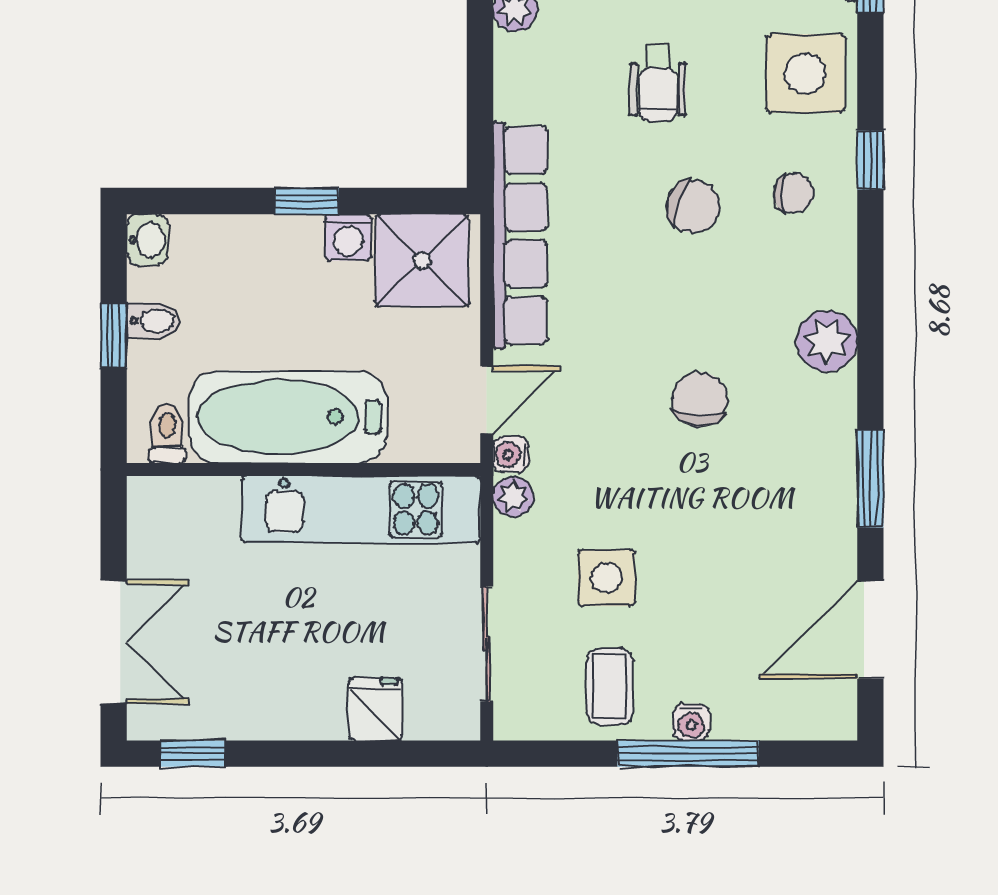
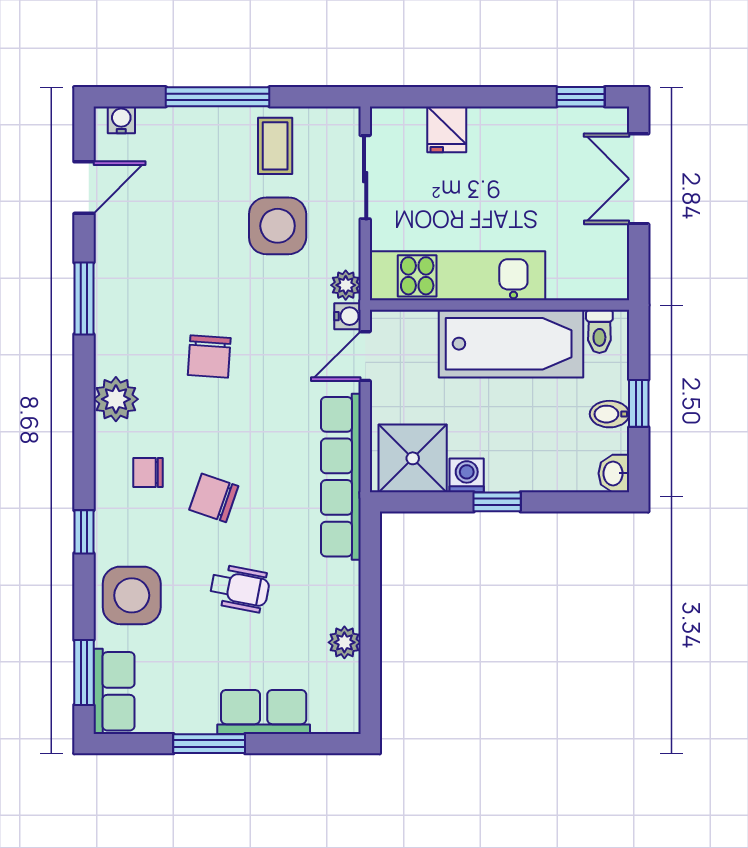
wheelchair: (658, 83) -> (240, 588), turned 101
chair: (794, 193) -> (148, 472), moved
side table: (606, 578) -> (278, 226), width x1.37, depth x1.37
door: (870, 630) -> (84, 188), width x0.73
water cooler: (691, 722) -> (121, 120), moved

